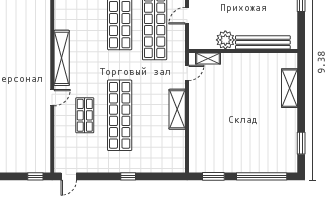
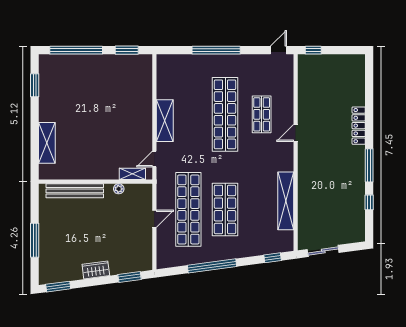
plant: (225, 40) -> (119, 189), width x0.53, depth x0.53
shelving: (62, 58) -> (286, 201), moved
window: (128, 176) -> (216, 50), width x3.17

